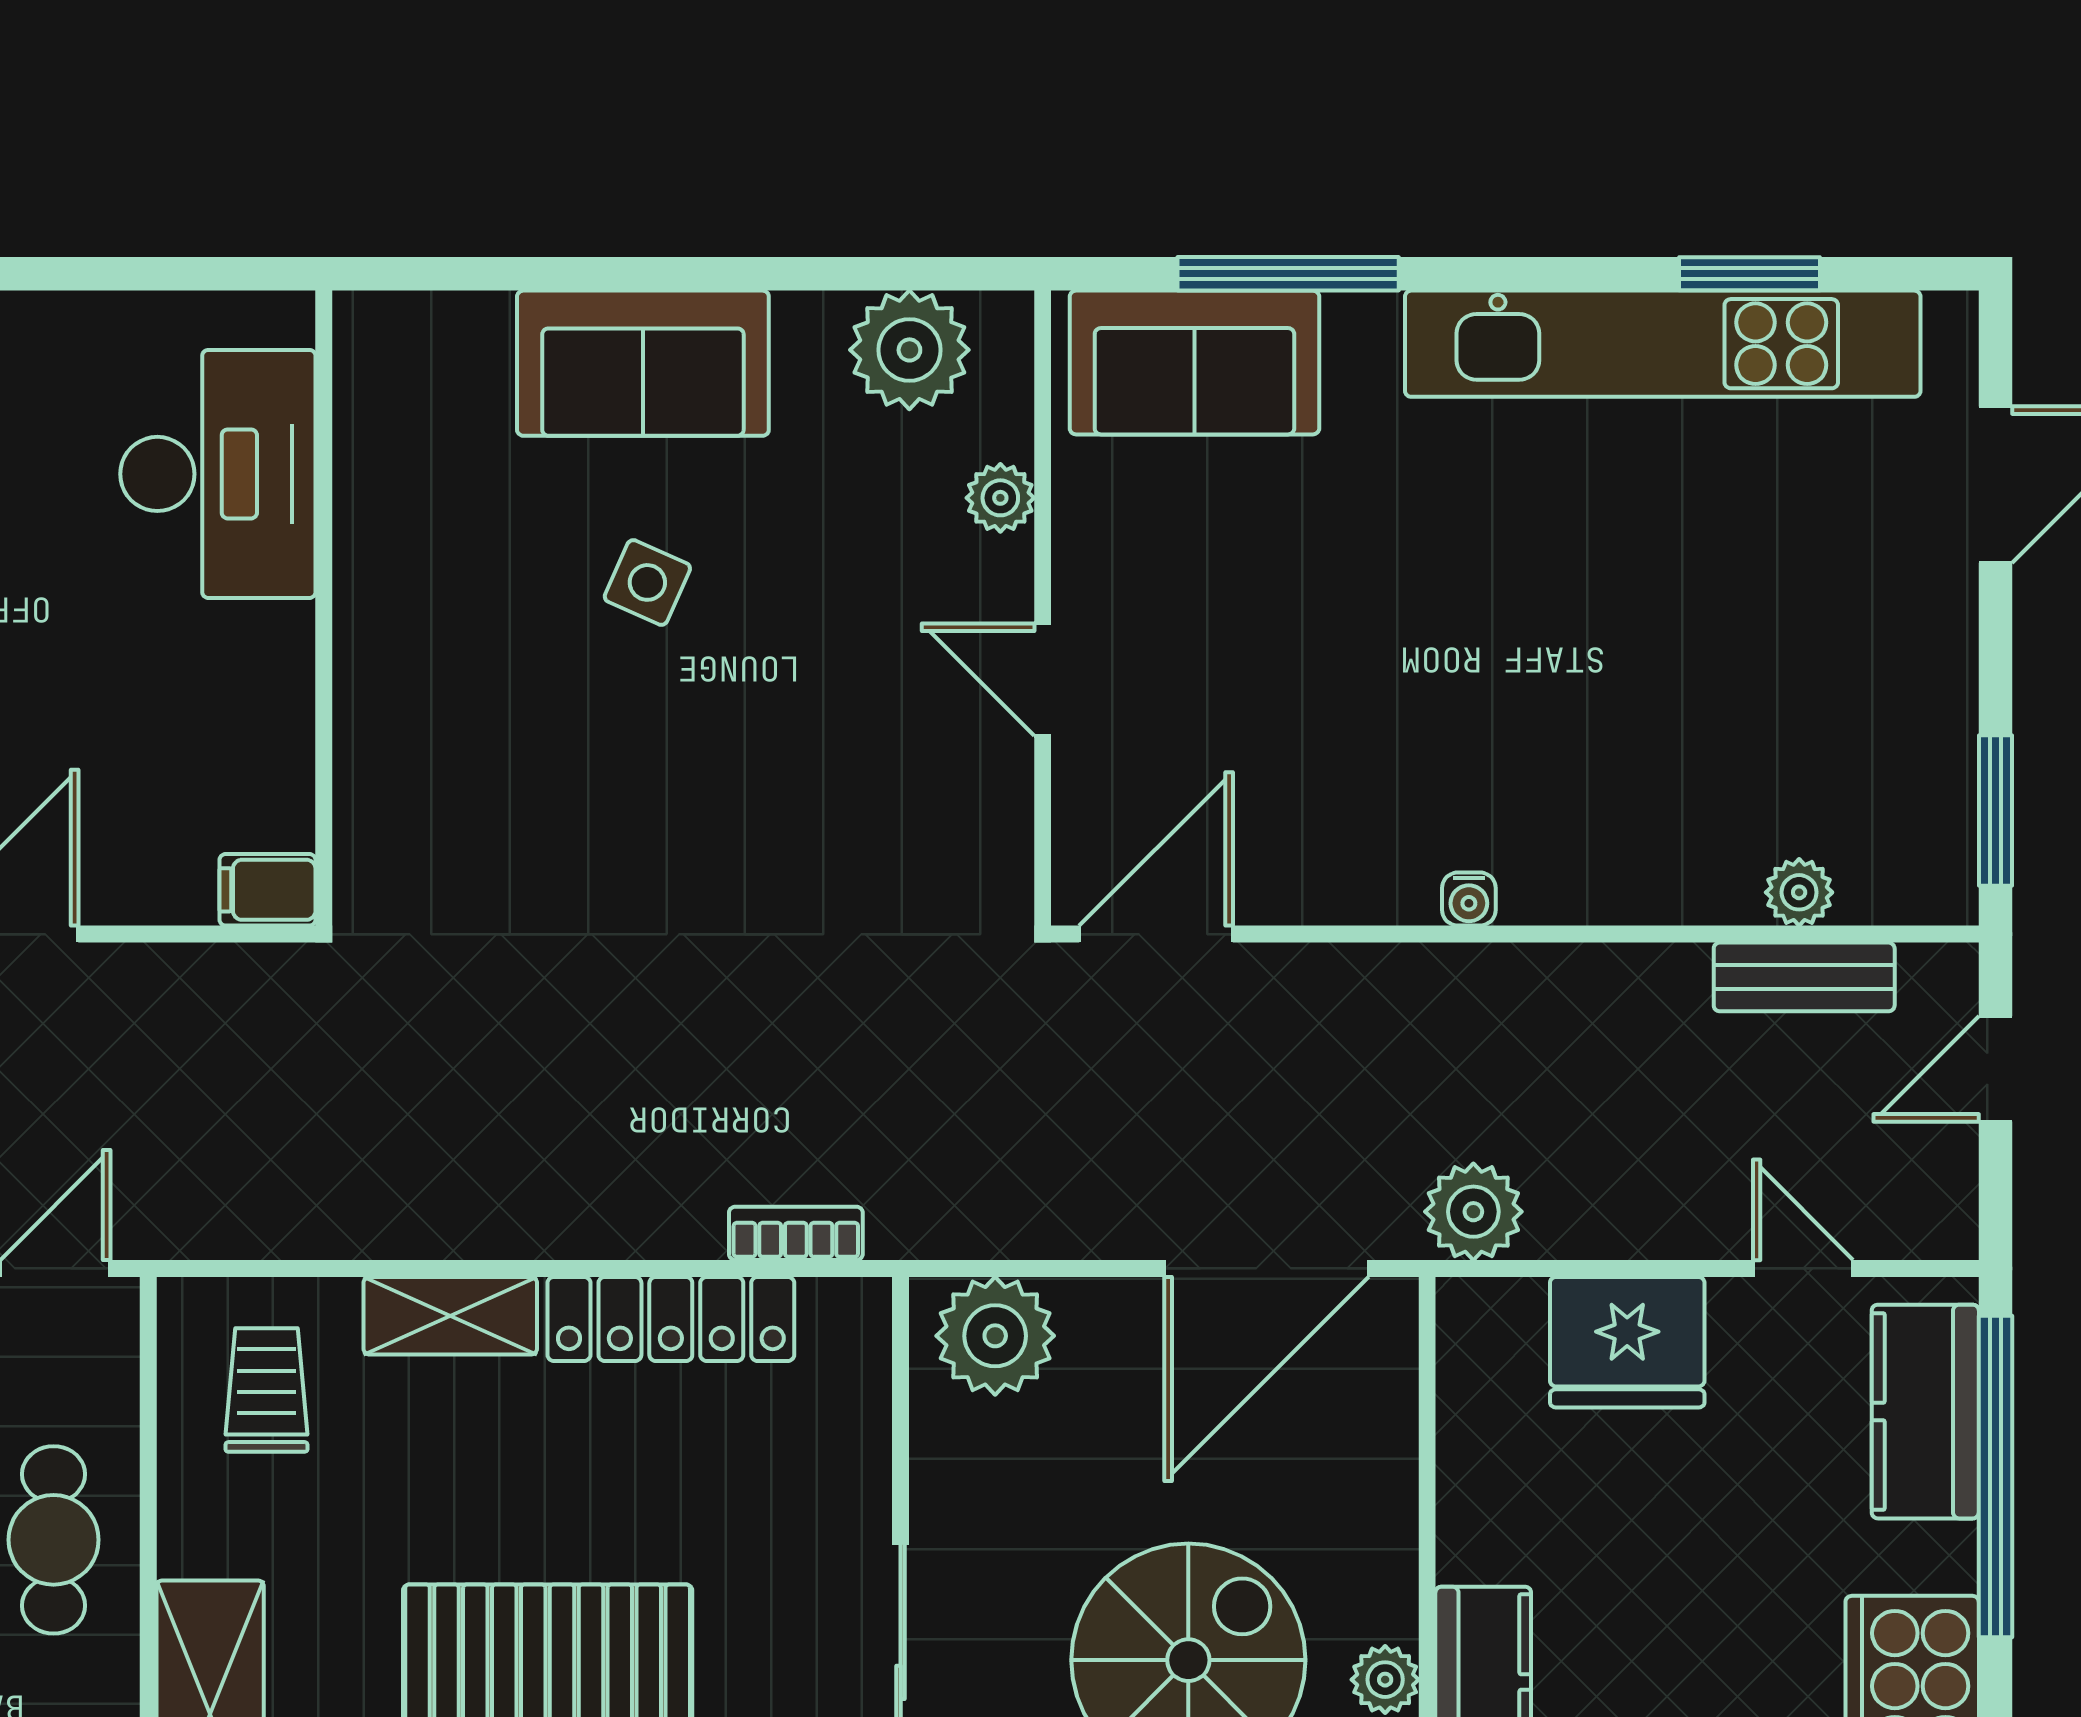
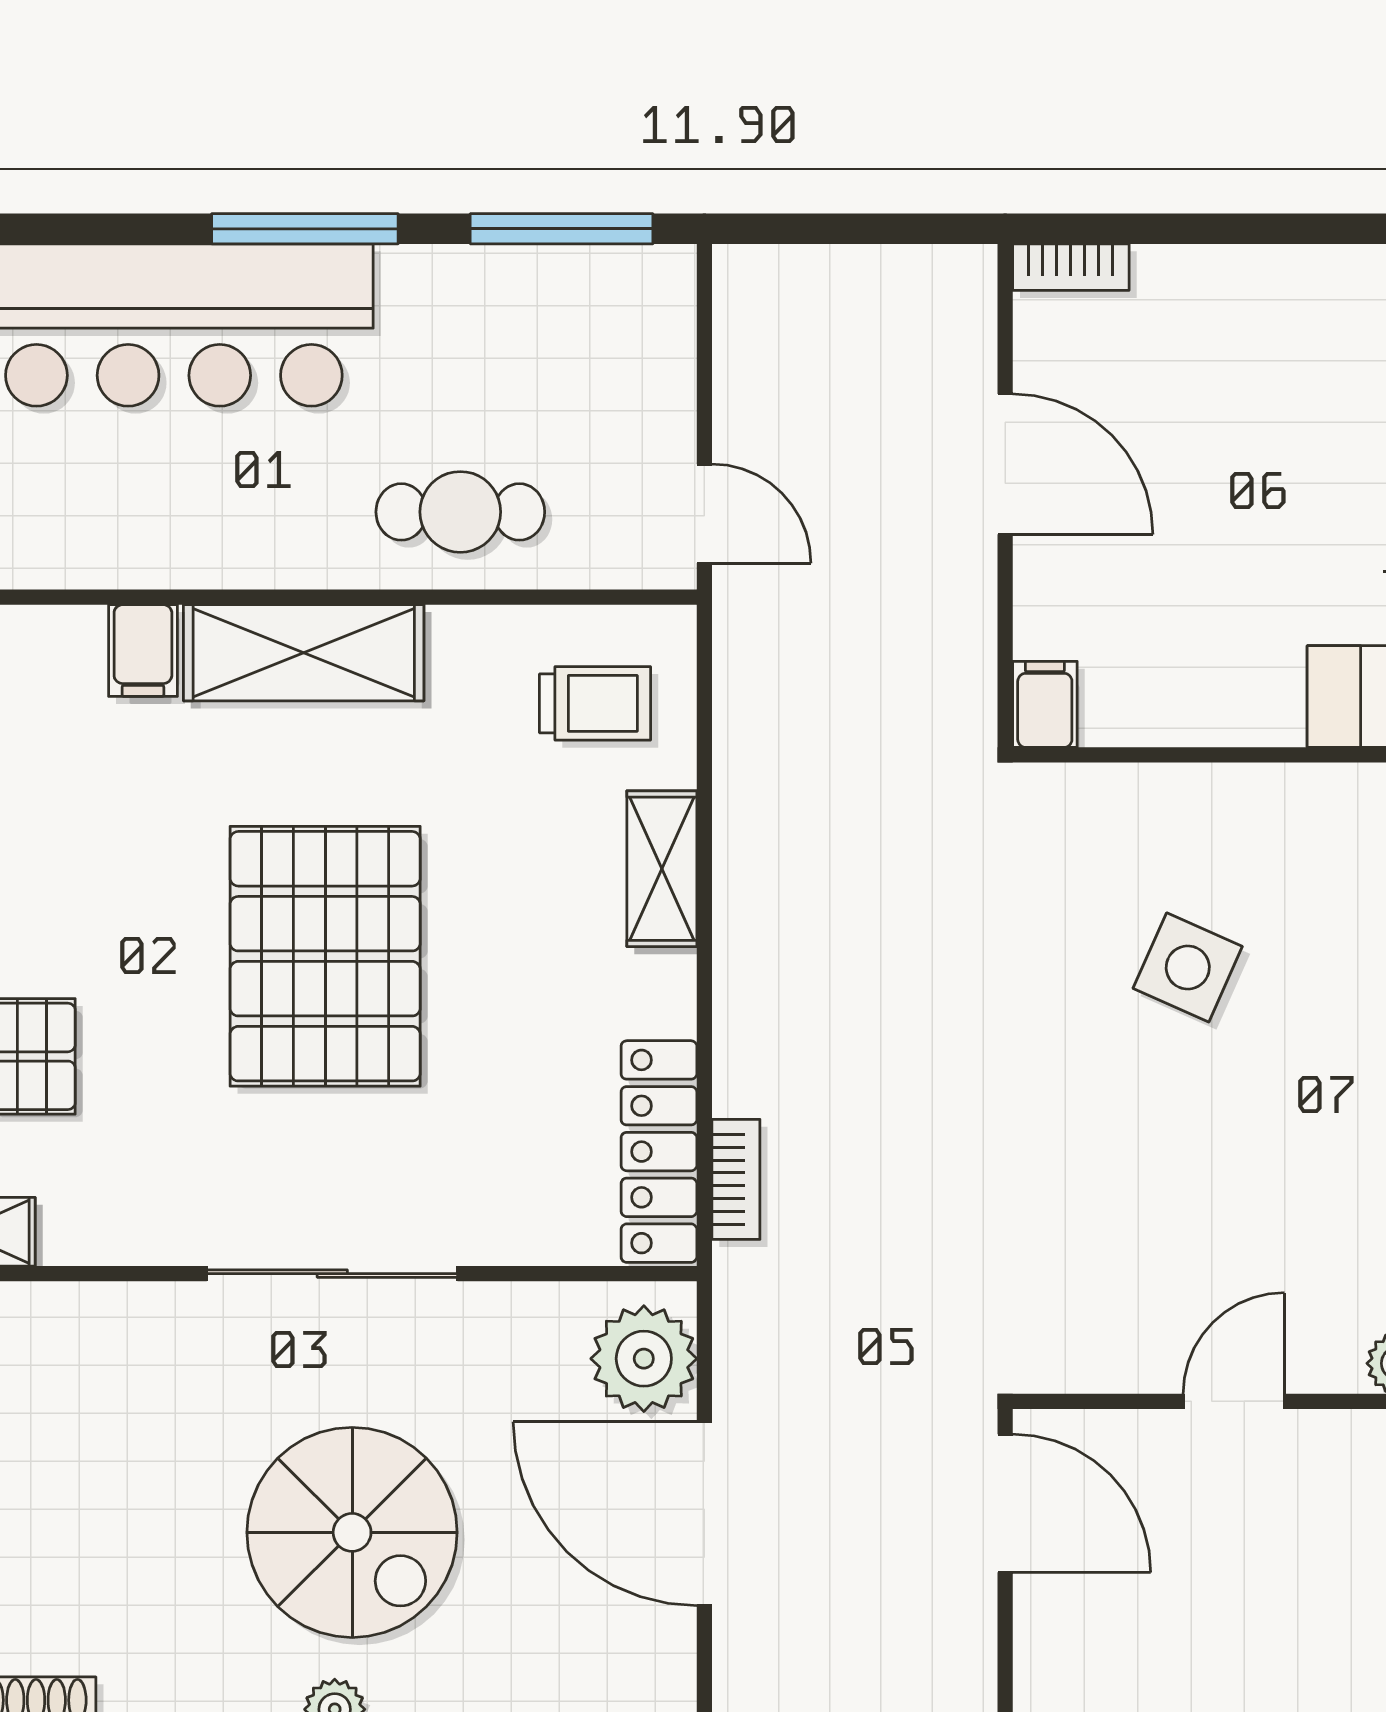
side table: (647, 582) -> (1188, 967), moved, width x1.37, depth x1.37
door: (1267, 1268) -> (704, 1514), moved
locker: (671, 1319) -> (659, 1152), moved

